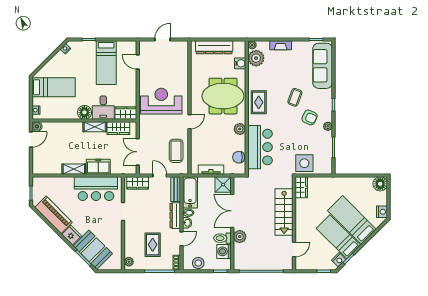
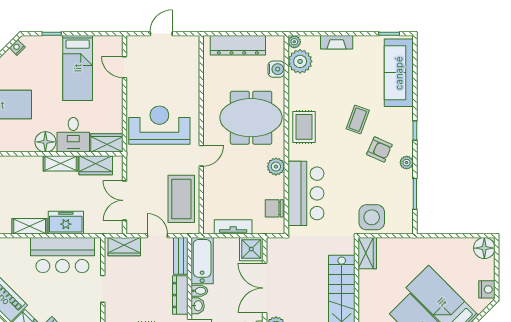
coffee table: (176, 151) -> (181, 199), width x1.36, depth x1.32

